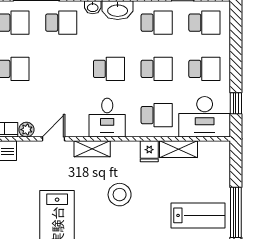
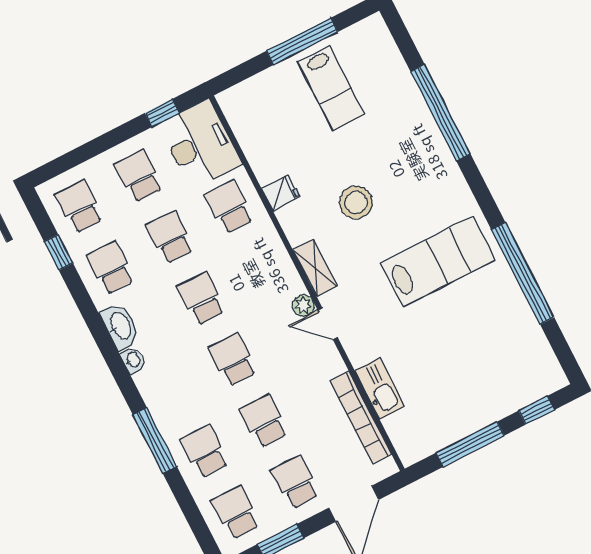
school desk: (61, 23) -> (233, 360), moved
desk: (107, 118) -> (265, 269), removed
plant: (26, 130) -> (303, 306), moved
shelving: (178, 149) -> (259, 157), removed
lab bench: (198, 215) -> (331, 88), turned 180

